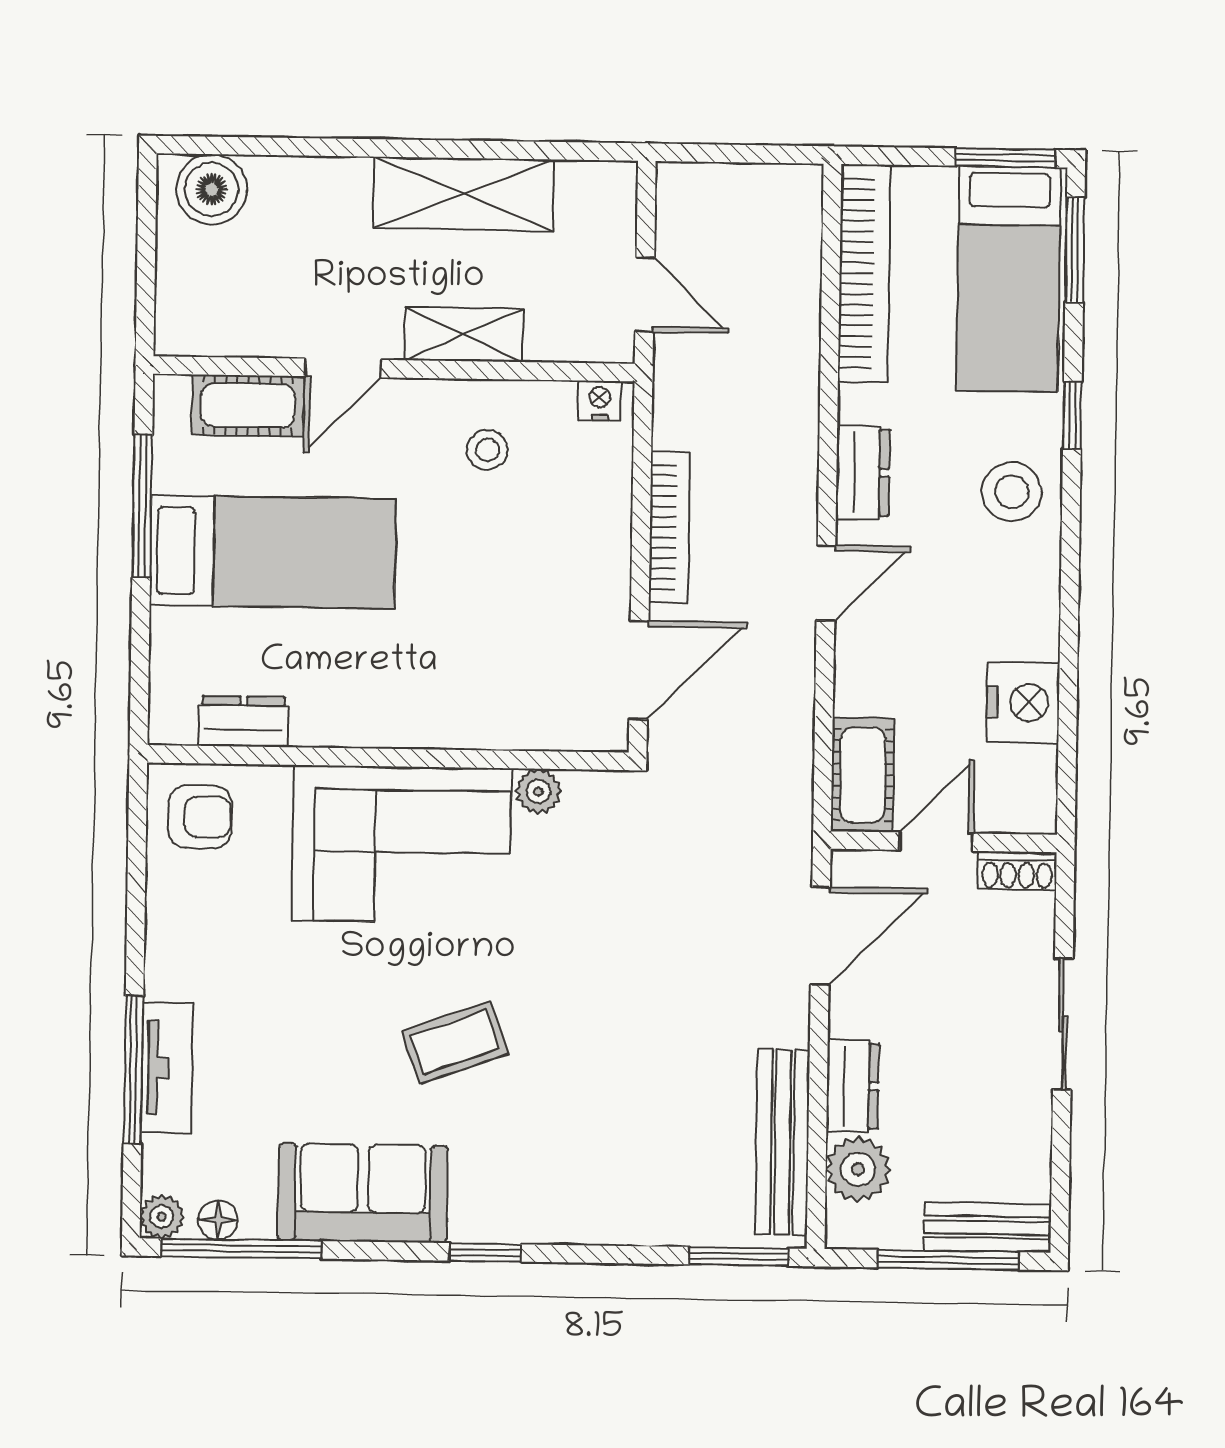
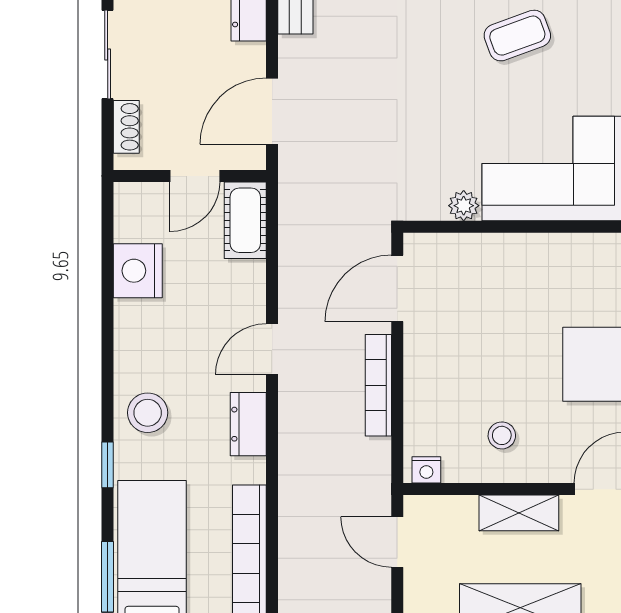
shoe rack: (1017, 871) -> (126, 127), moved, turned 90

